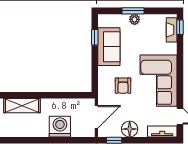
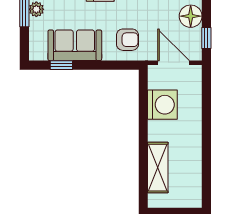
armchair: (123, 86) -> (127, 40), moved
washing machine: (60, 127) -> (162, 105), moved, turned 180

